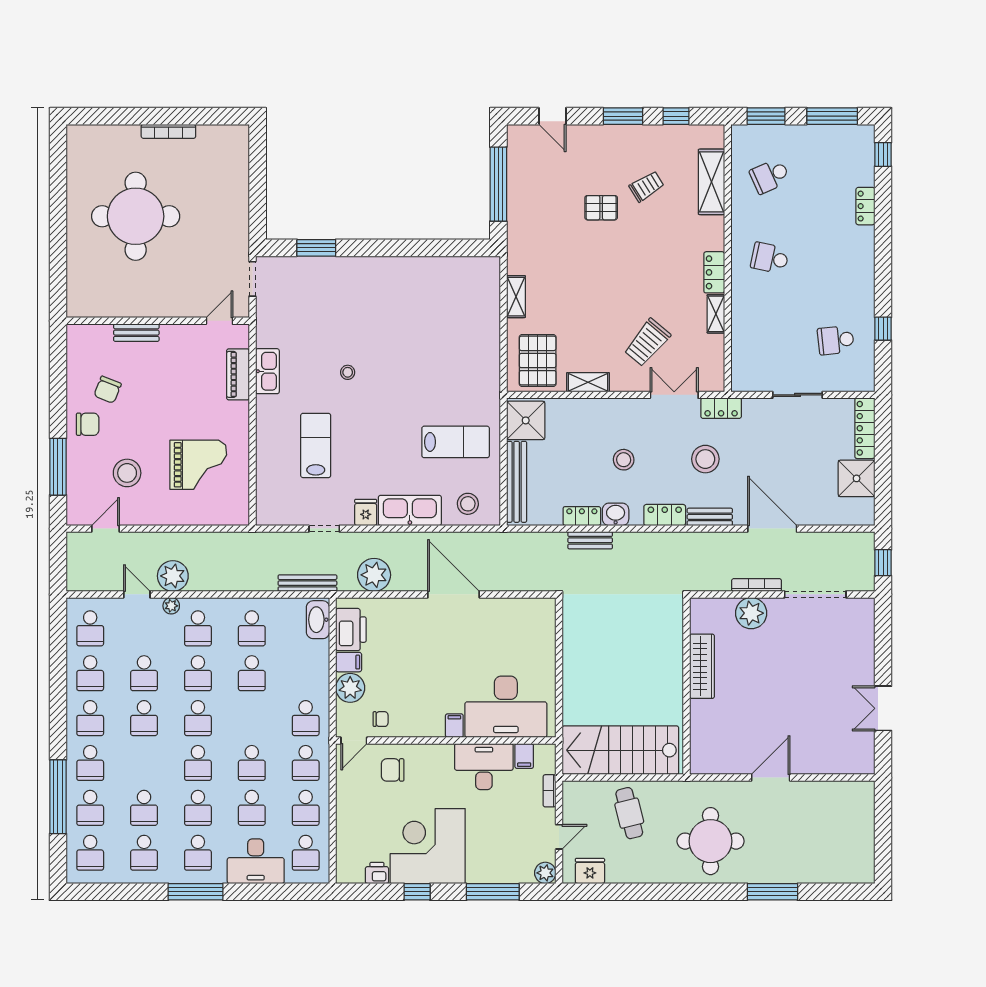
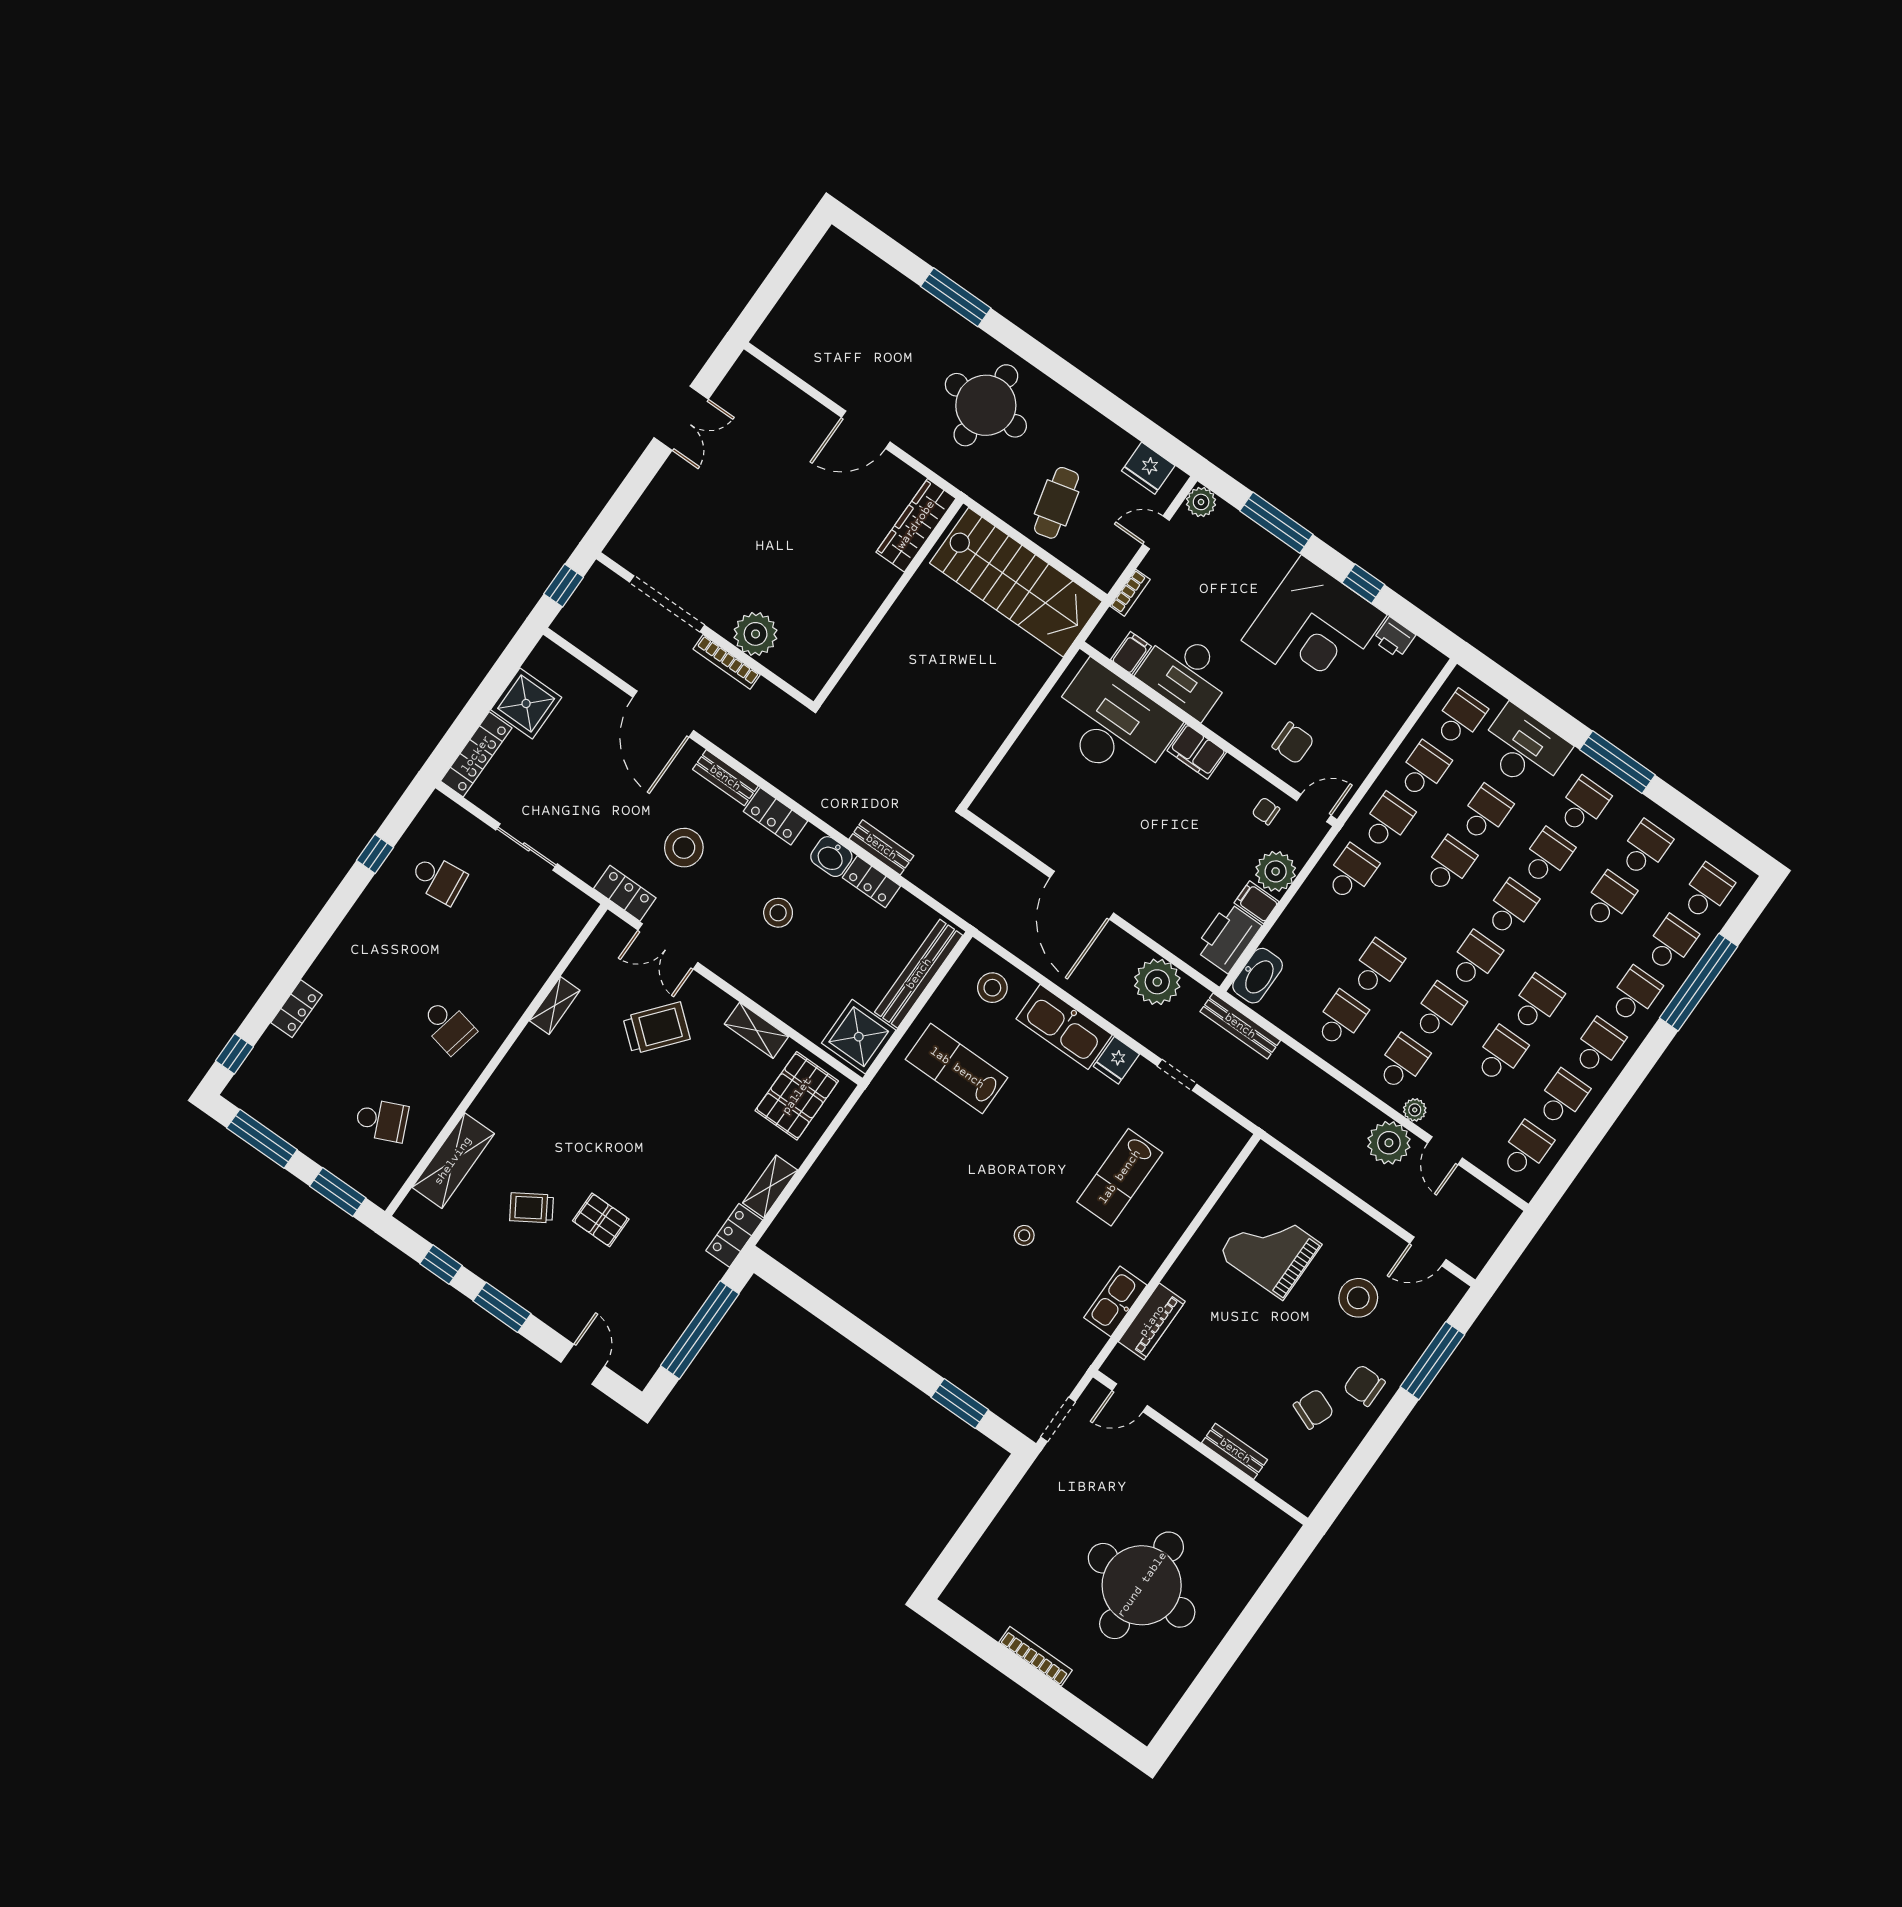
locker: (714, 272) -> (734, 1235), moved, turned 180
wardrobe: (702, 666) -> (916, 525), moved
filing cabinet: (454, 726) -> (1197, 751), width x2.00

